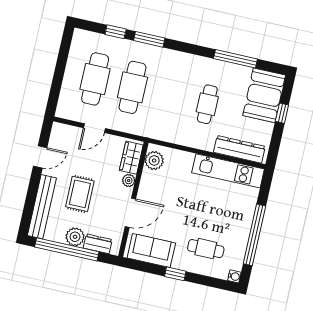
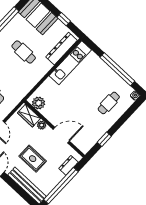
window: (282, 113) -> (64, 19), moved
door: (130, 213) -> (61, 135), hinge flipped
plant: (75, 237) -> (56, 176), removed
sofa: (151, 250) -> (91, 136), removed
window: (175, 274) -> (104, 139), moved

